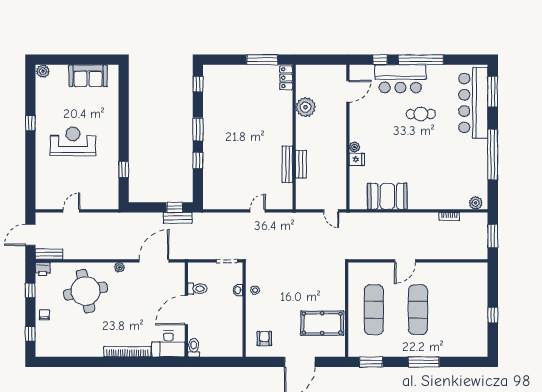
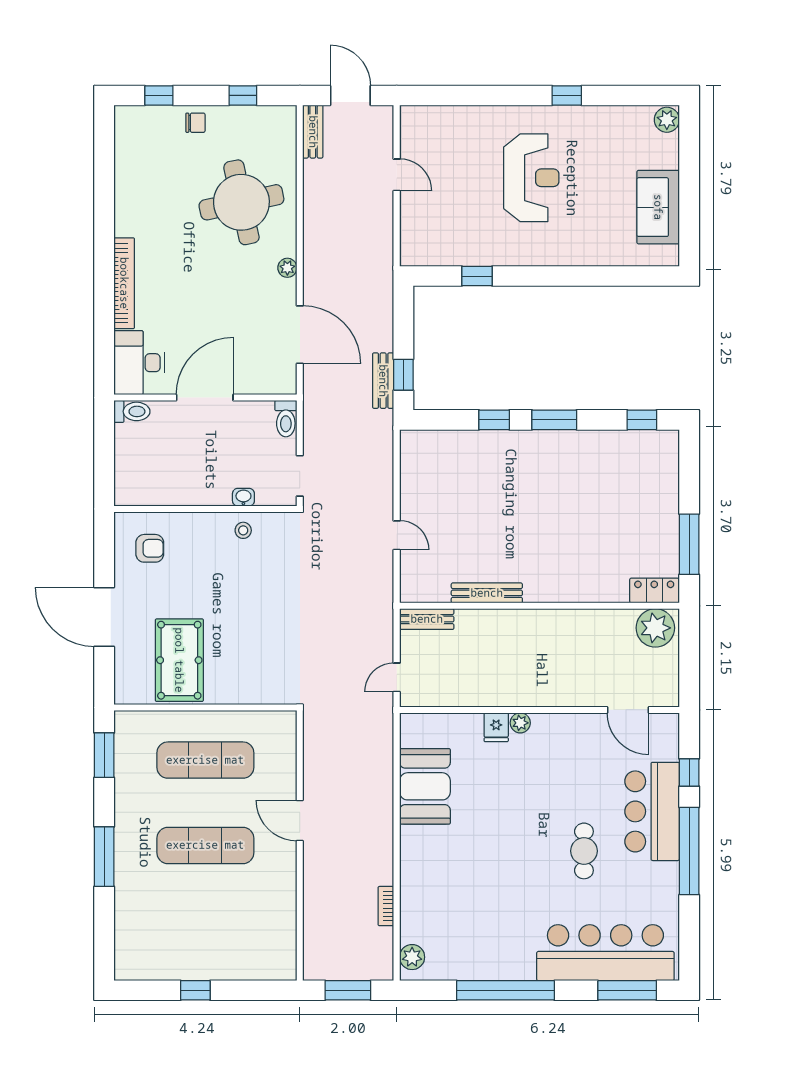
plant: (305, 107) -> (655, 628), moved
bench: (301, 164) -> (427, 619), moved
printer: (43, 269) -> (284, 119), removed
toilet: (197, 289) -> (286, 419), moved
door: (186, 310) -> (205, 398), hinge flipped

